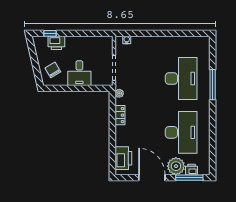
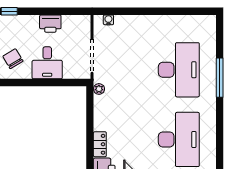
printer: (56, 43) -> (50, 24), moved
locker: (120, 115) -> (100, 144), moved

